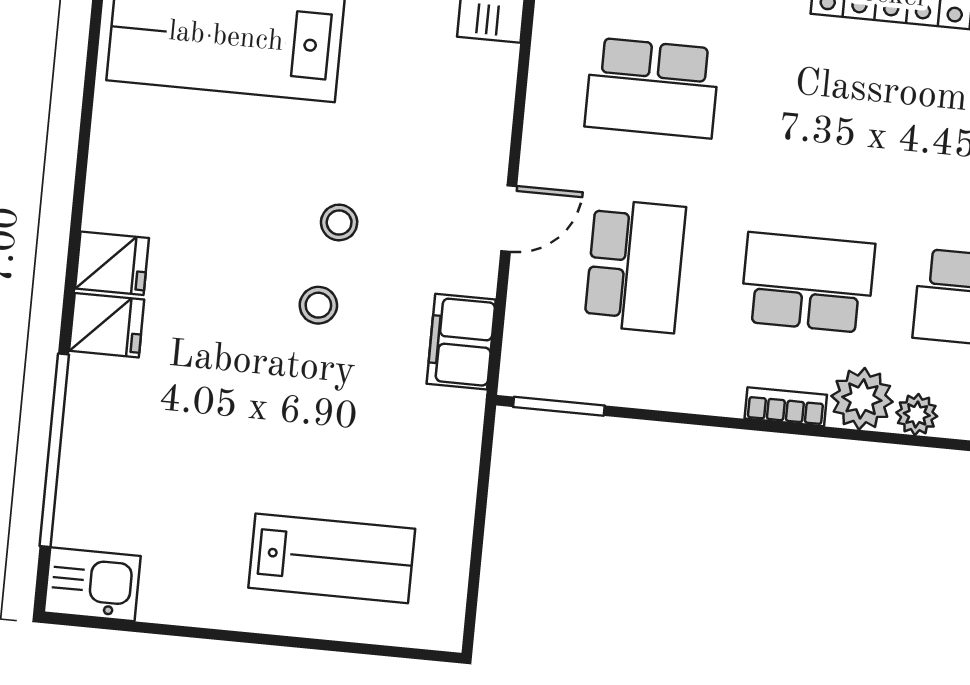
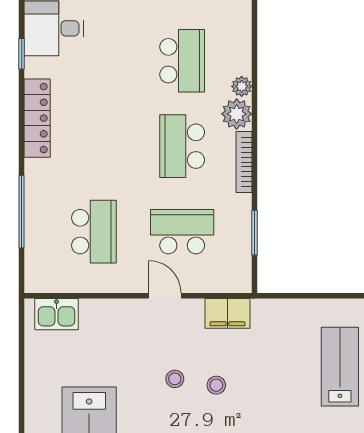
window: (559, 406) -> (255, 233), moved
bookcase: (786, 407) -> (244, 162), width x1.56

